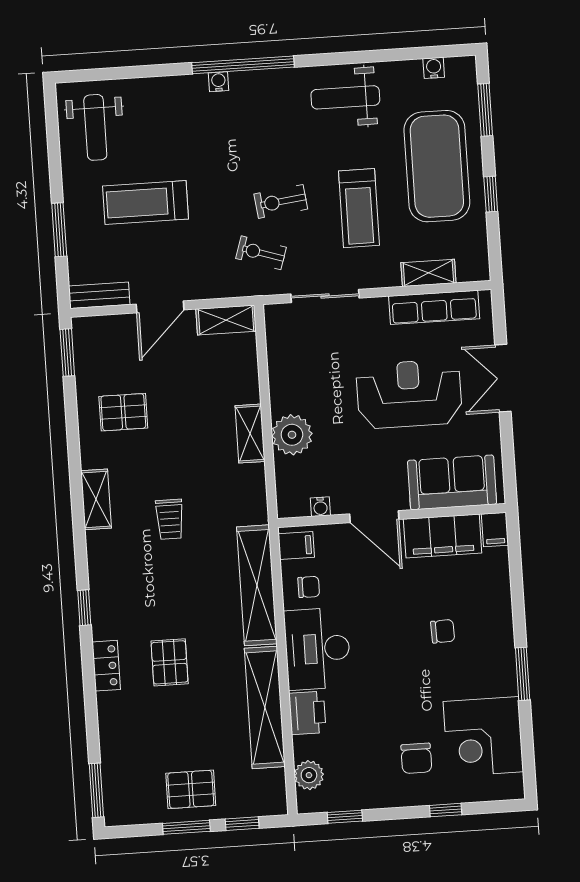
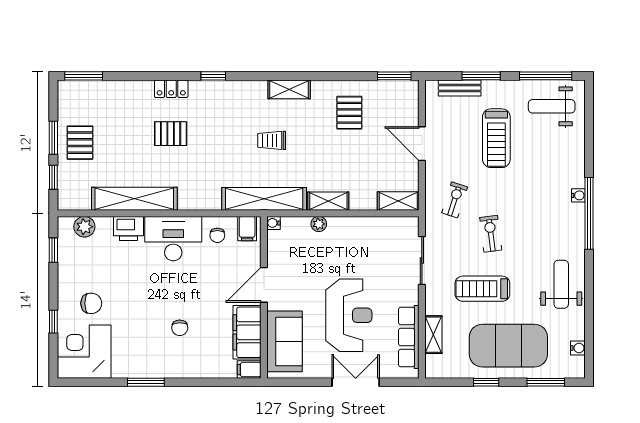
window: (53, 139) -> (546, 76), added
treadmill: (145, 202) -> (496, 138), turned 180
exercise bike: (261, 253) -> (455, 200), moved
bench: (99, 295) -> (460, 88), moved, turned 90
shelving: (226, 320) -> (398, 201), moved, turned 90
plant: (292, 435) -> (319, 224), width x0.53, depth x0.53
water cooler: (320, 507) -> (273, 223), moved
shelving: (257, 585) -> (264, 199), moved
corner desk: (483, 737) -> (84, 352), moved
chair: (416, 758) -> (91, 303), turned 180

